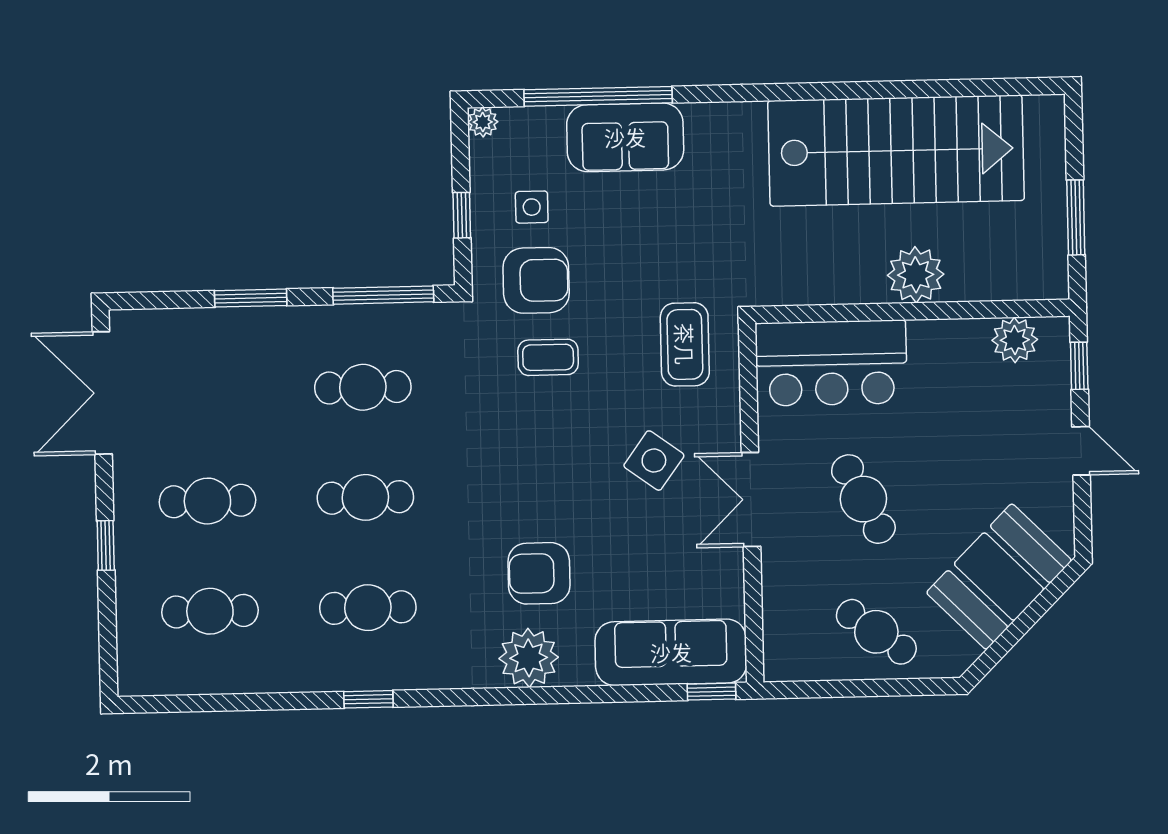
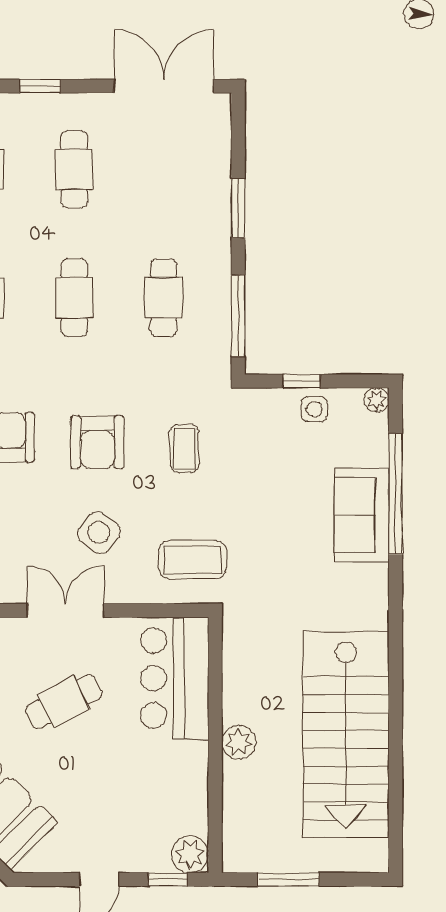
side table: (532, 207) -> (314, 409), moved
plant: (916, 275) -> (239, 742), width x0.73, depth x0.73
armchair: (536, 280) -> (97, 442), moved
plant: (1015, 340) -> (190, 854), moved

